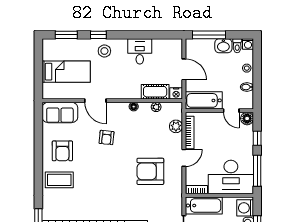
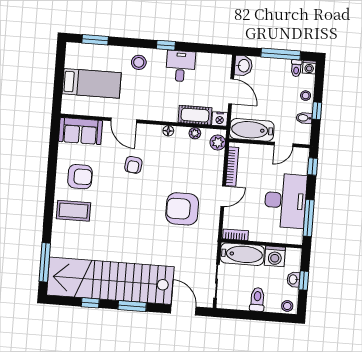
window: (98, 35) -> (166, 45), moved
window: (209, 35) -> (281, 54), moved
washbasin: (223, 46) -> (243, 66), moved, turned -90
window: (257, 80) -> (317, 111), added
door: (231, 111) -> (284, 144), hinge flipped
floor lamp: (247, 118) -> (301, 155), removed
plant: (176, 126) -> (218, 143), moved
window: (257, 138) -> (313, 167), moved
armchair: (62, 151) -> (80, 177), turned -90
desk: (231, 177) -> (285, 201), moved, turned -90
washing machine: (245, 208) -> (275, 256), moved, turned -90

